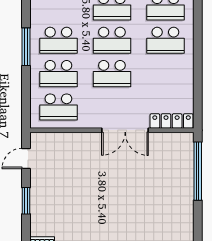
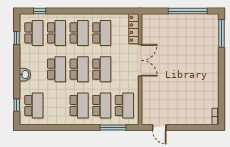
window: (26, 47) -> (113, 127), moved
school desk: (165, 74) -> (102, 33), added
window: (198, 171) -> (188, 11), moved
window: (26, 201) -> (188, 127), removed

